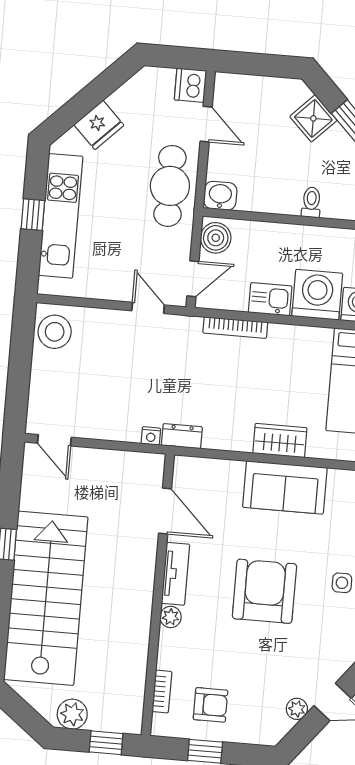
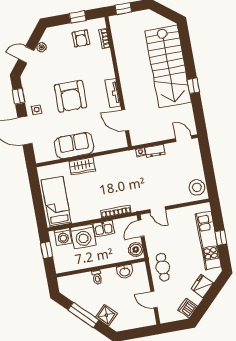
dishwasher: (190, 85) -> (188, 308), moved, turned -135
cafe table: (170, 186) -> (163, 267), width x0.73, depth x0.74
washbasin: (220, 196) -> (125, 272), moved
dresser: (182, 436) -> (155, 151), moved
plant: (171, 617) -> (110, 73), removed
armchair: (211, 705) -> (81, 38), turned -90
plant: (72, 714) -> (142, 17), removed

